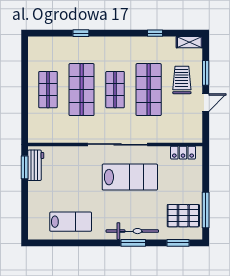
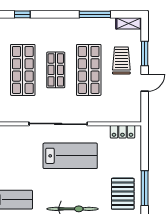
window: (155, 33) -> (95, 14), width x2.17
pallet: (183, 216) -> (123, 194), turned 90

